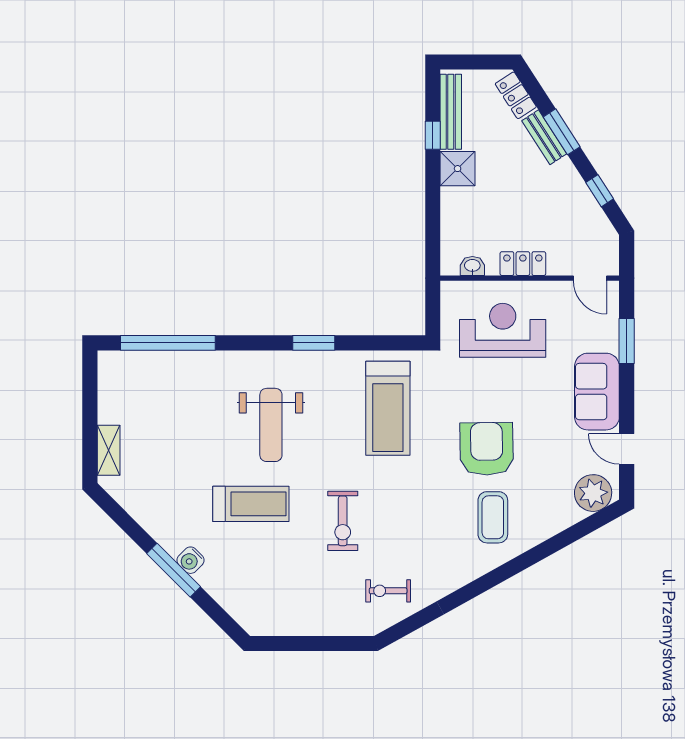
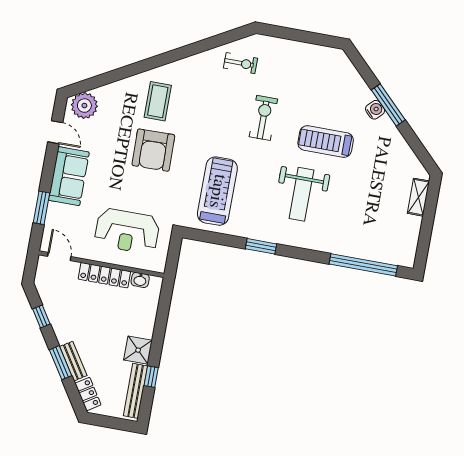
locker: (523, 264) -> (104, 275), width x1.53
weight bench: (271, 425) -> (301, 194), turned 180

